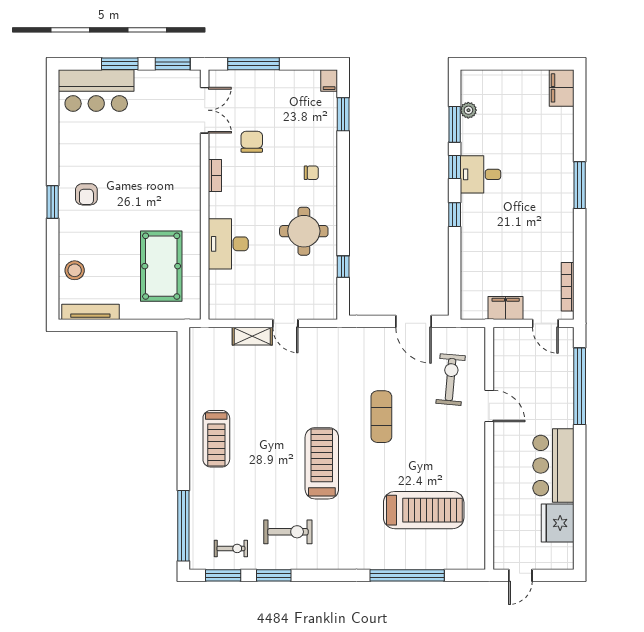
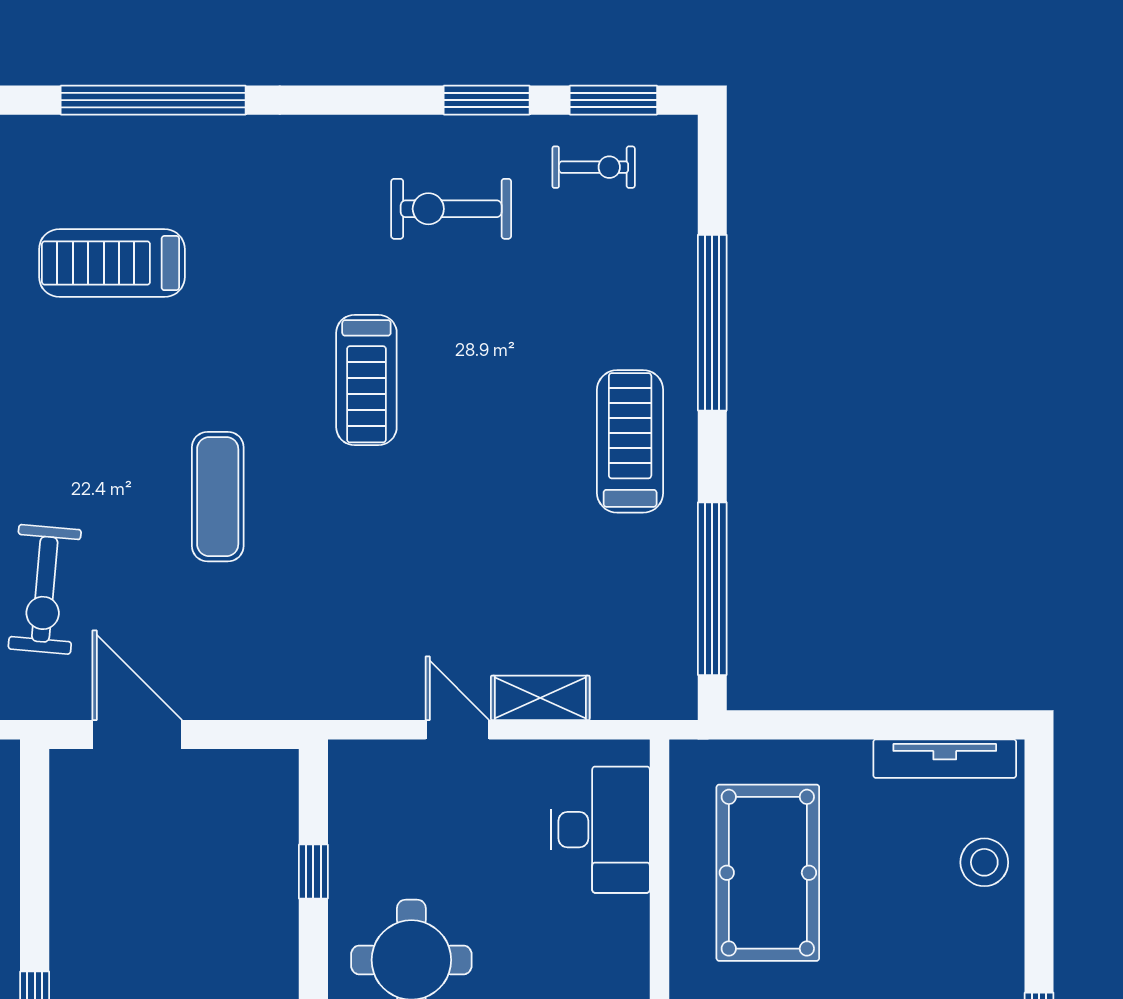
desk: (228, 244) -> (600, 830), moved
window: (183, 380) -> (712, 589), added
treadmill: (322, 463) -> (366, 380), width x0.73, depth x0.73
treadmill: (424, 510) -> (112, 263), width x0.73, depth x0.73
window: (183, 526) -> (712, 323), moved
exercise bike: (231, 548) -> (594, 167), turned 180

